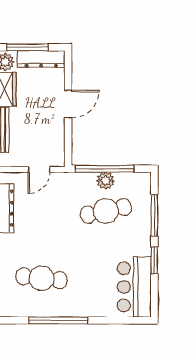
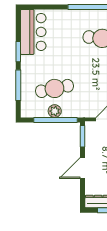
window: (68, 147) -> (83, 136), added

